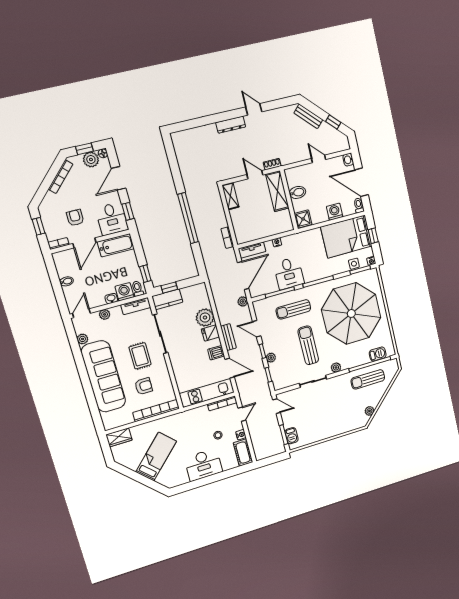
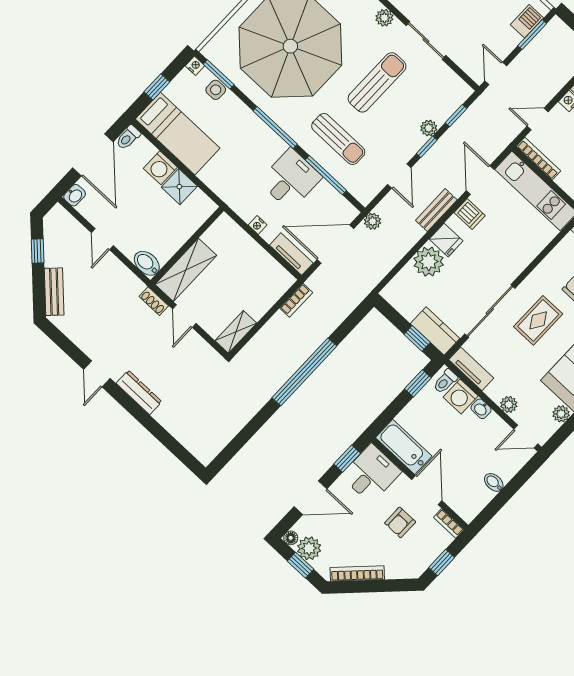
bidet: (297, 192) -> (147, 263), moved
shower: (303, 219) -> (179, 187), moved
bed: (347, 237) -> (178, 134), width x0.67
door: (84, 243) -> (427, 490), hinge flipped
sun lounger: (308, 345) -> (377, 82), turned 180

